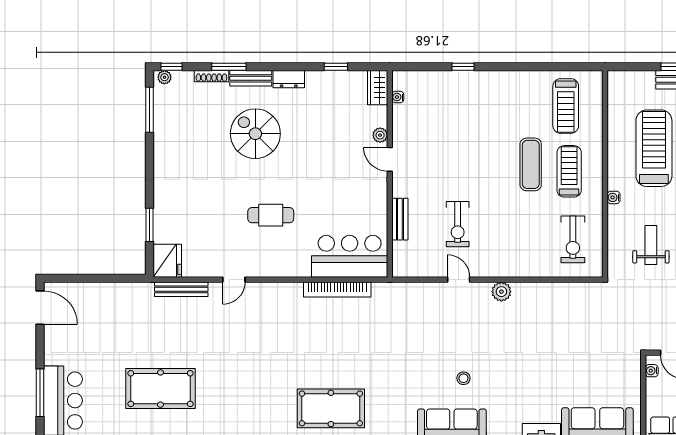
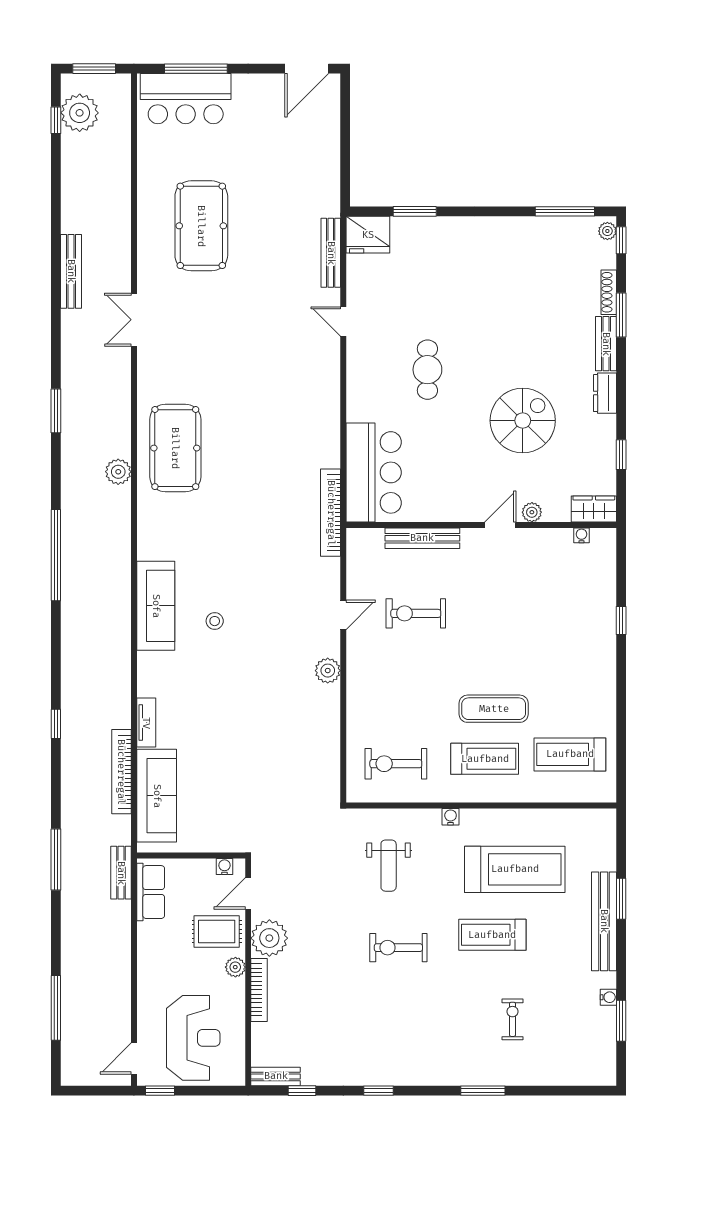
spiral stairs: (255, 134) -> (523, 421), moved
bench: (400, 219) -> (422, 538), width x1.36
weight bench: (651, 245) -> (389, 866), turned 90
bookcase: (337, 289) -> (331, 513), moved

